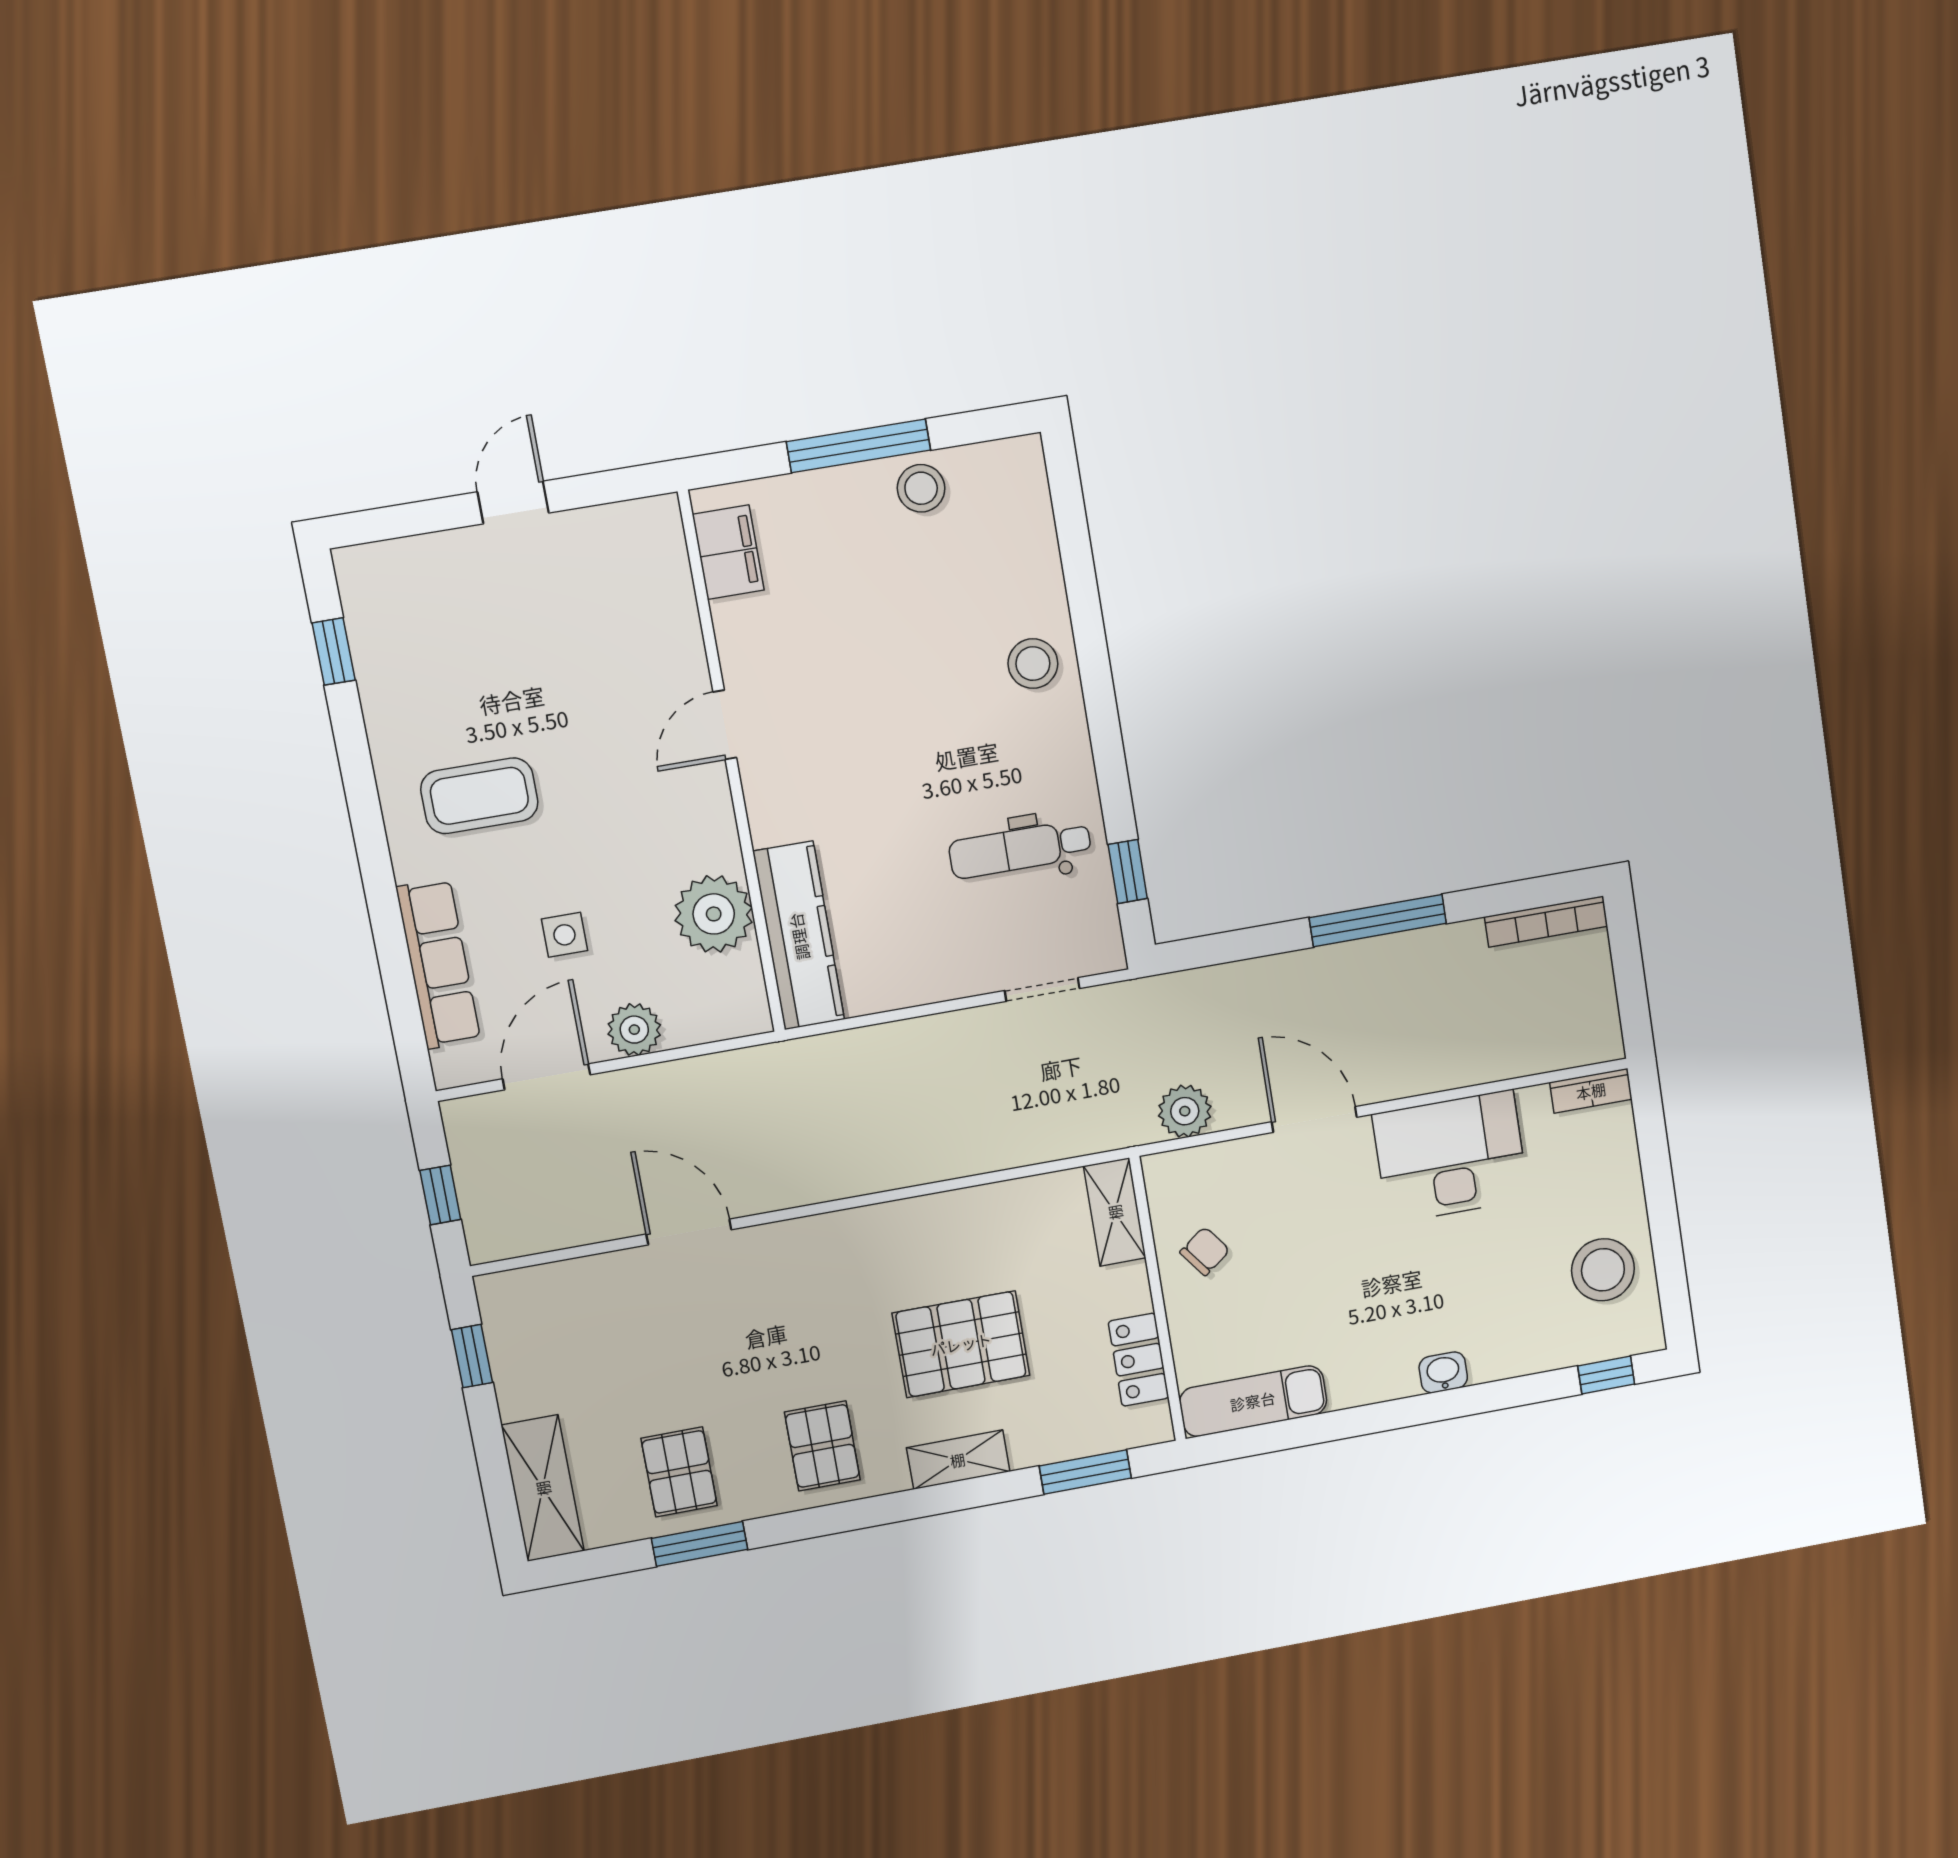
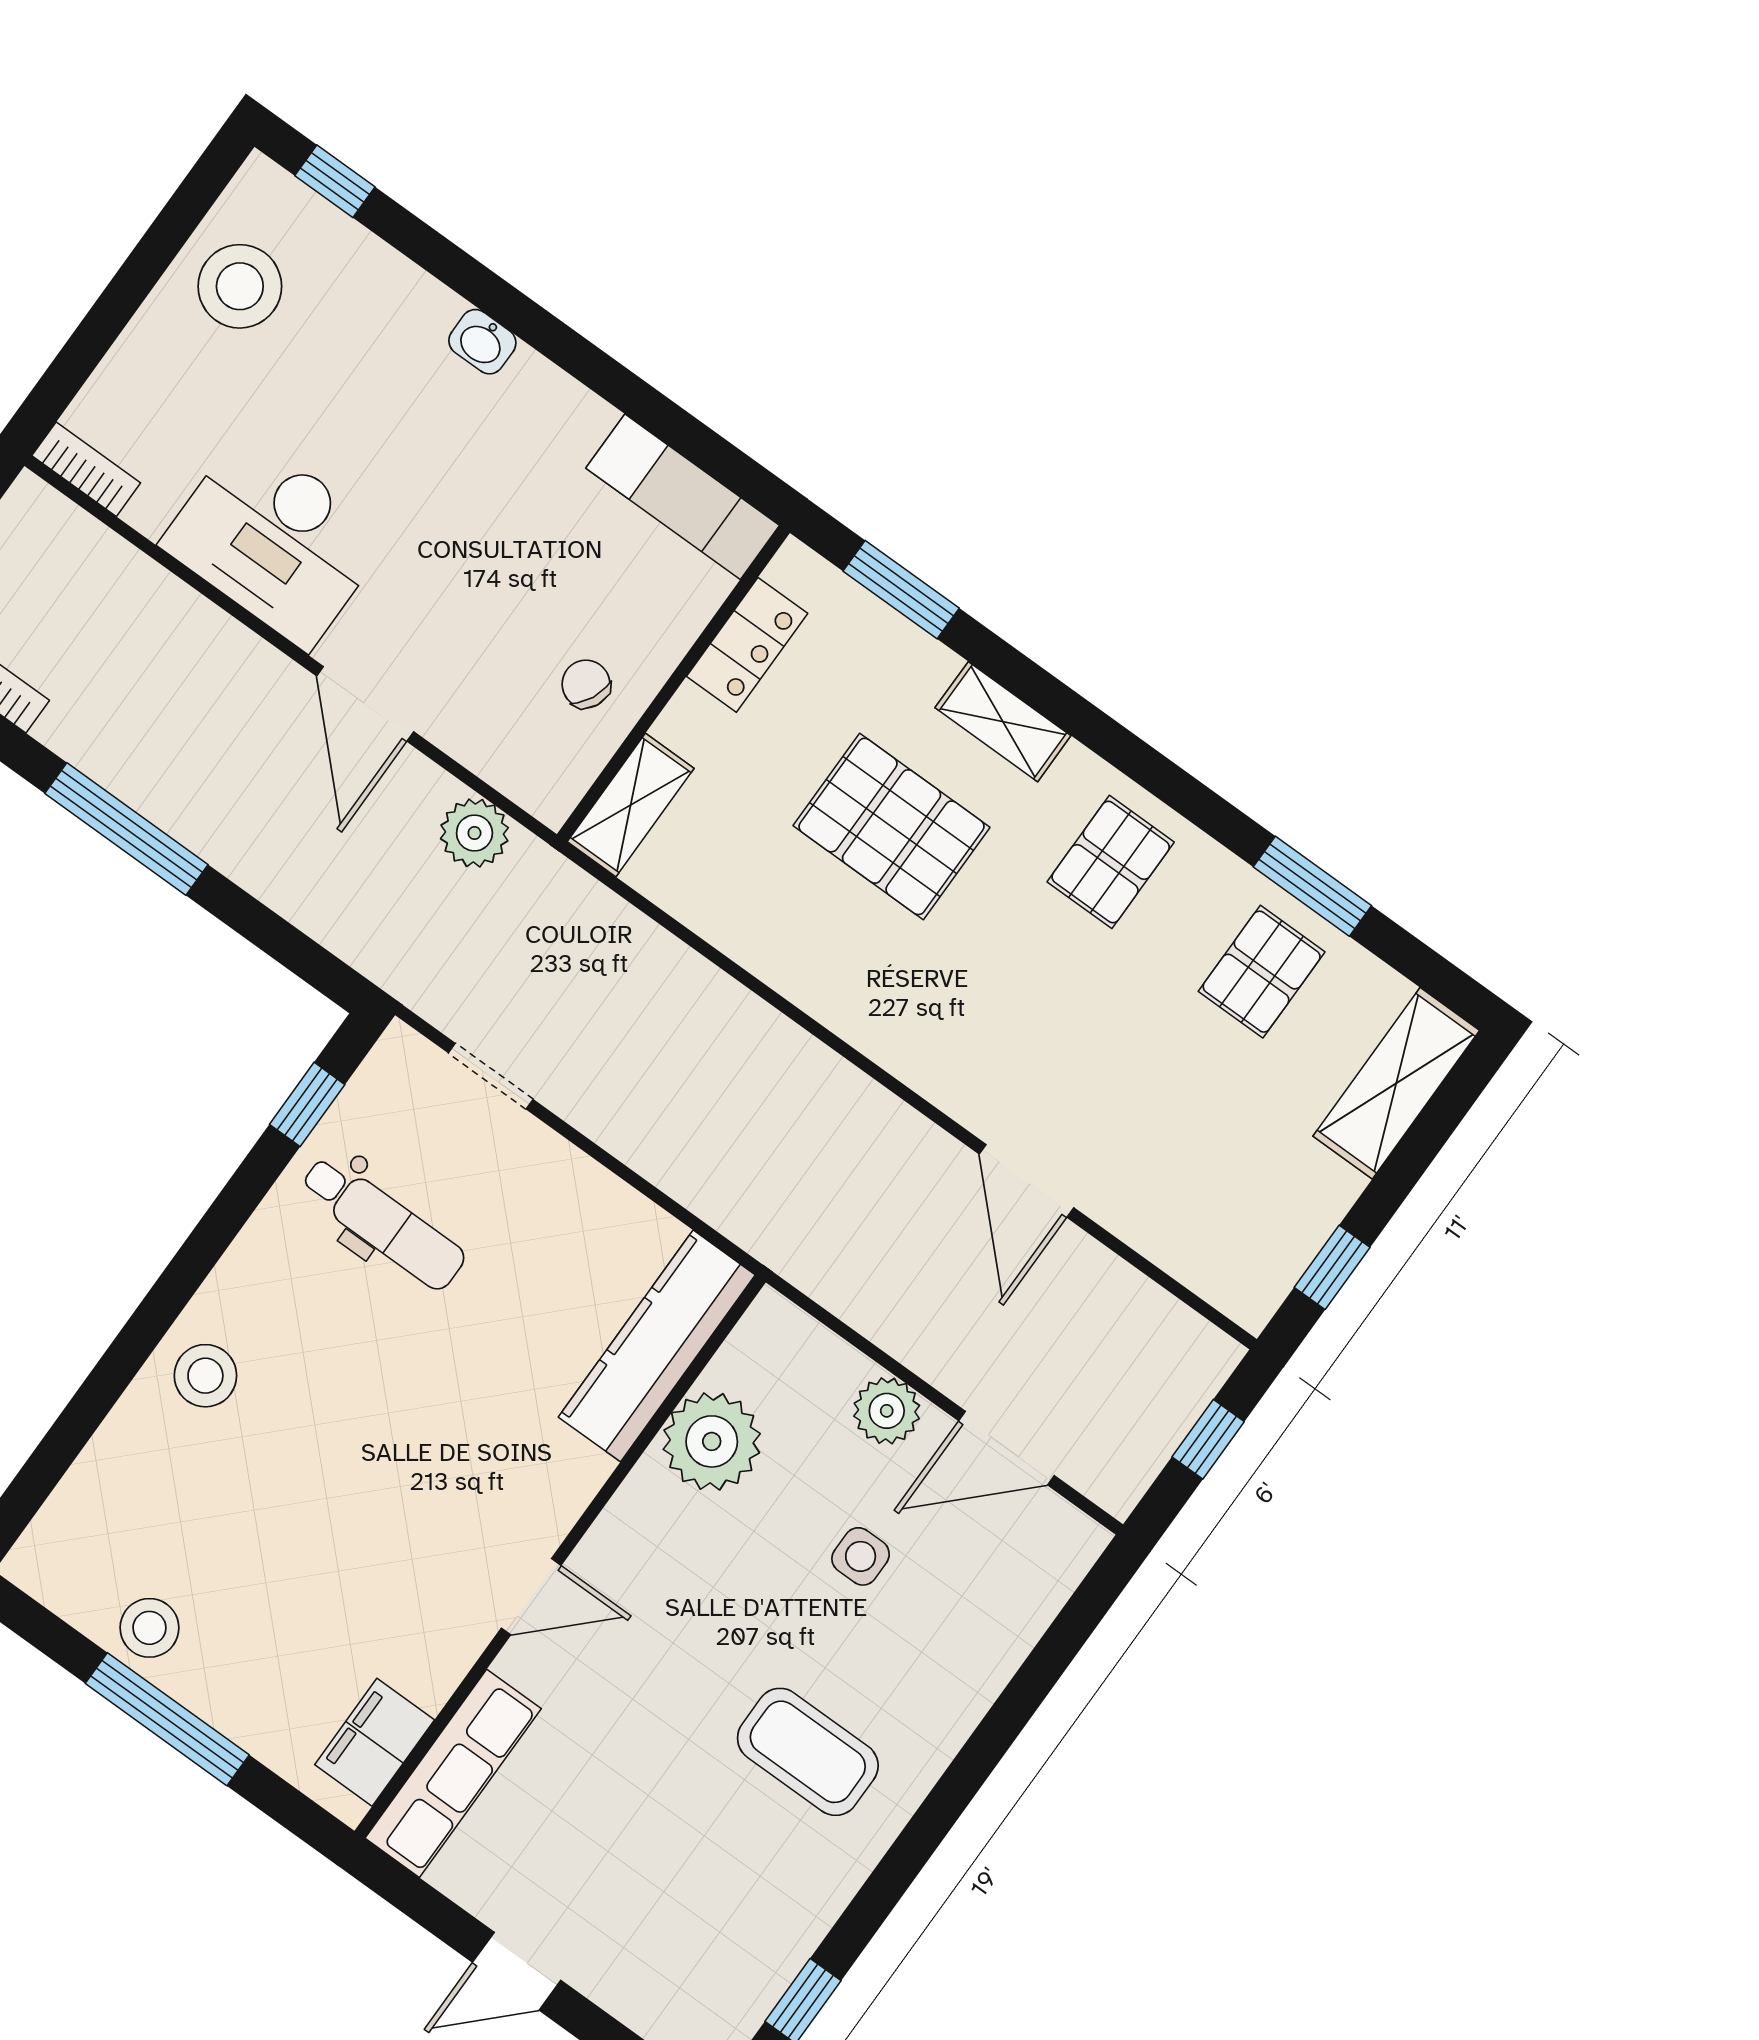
row of seats: (438, 964) -> (453, 1773), moved, turned 180
chair: (1205, 1251) -> (586, 684), turned 62

